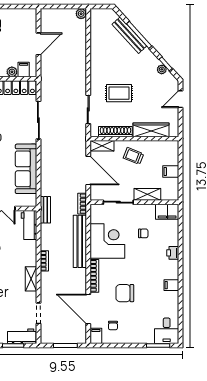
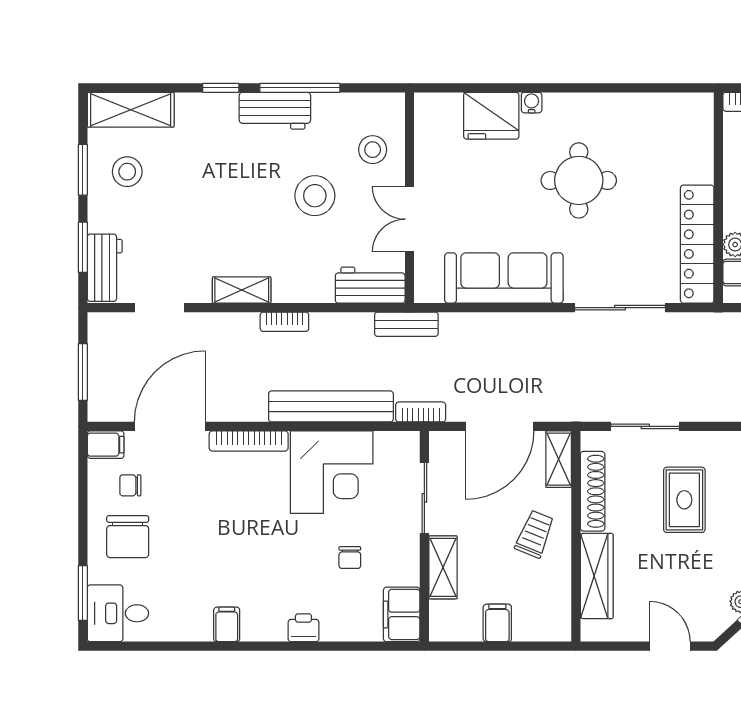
chair: (125, 293) -> (128, 537), moved, turned 180

